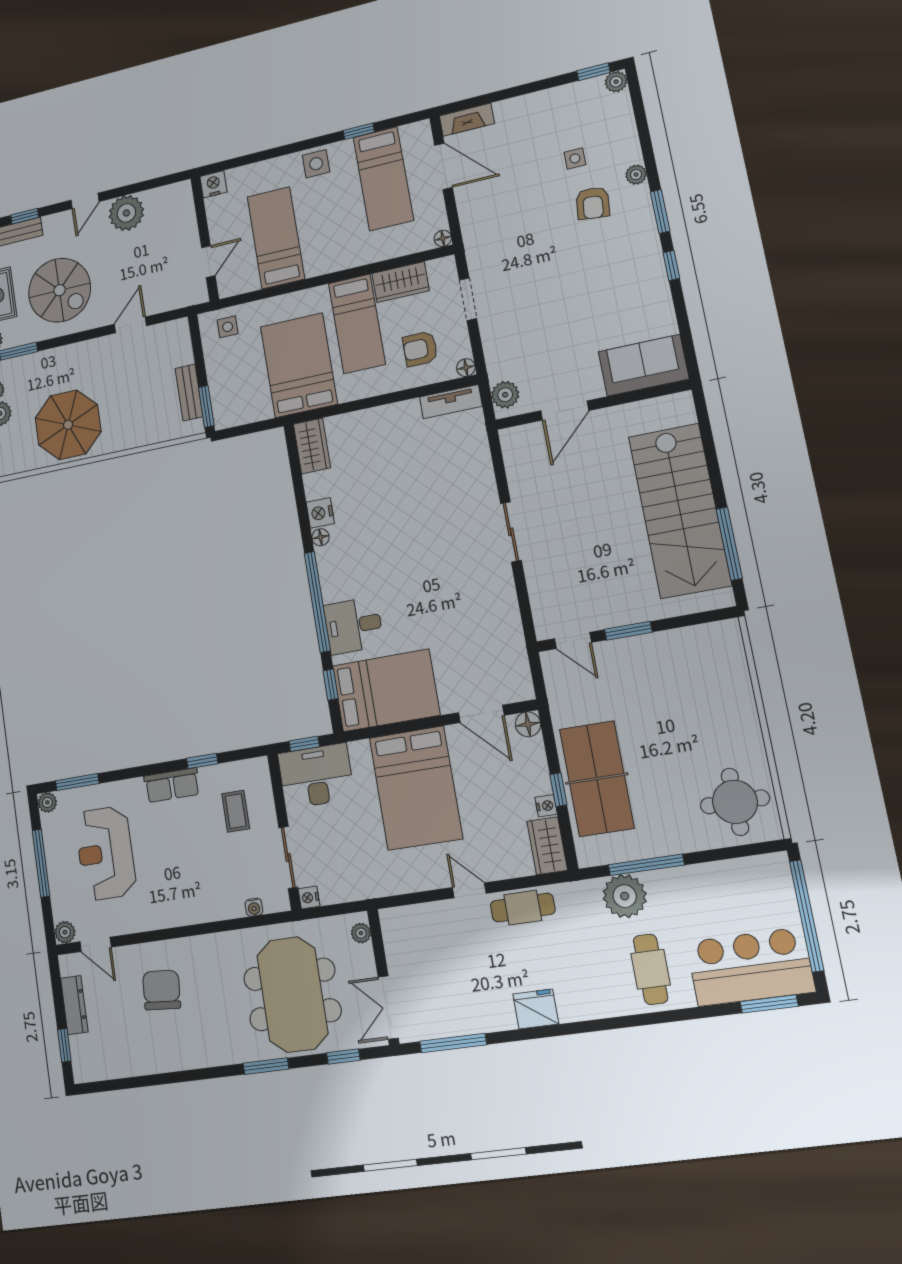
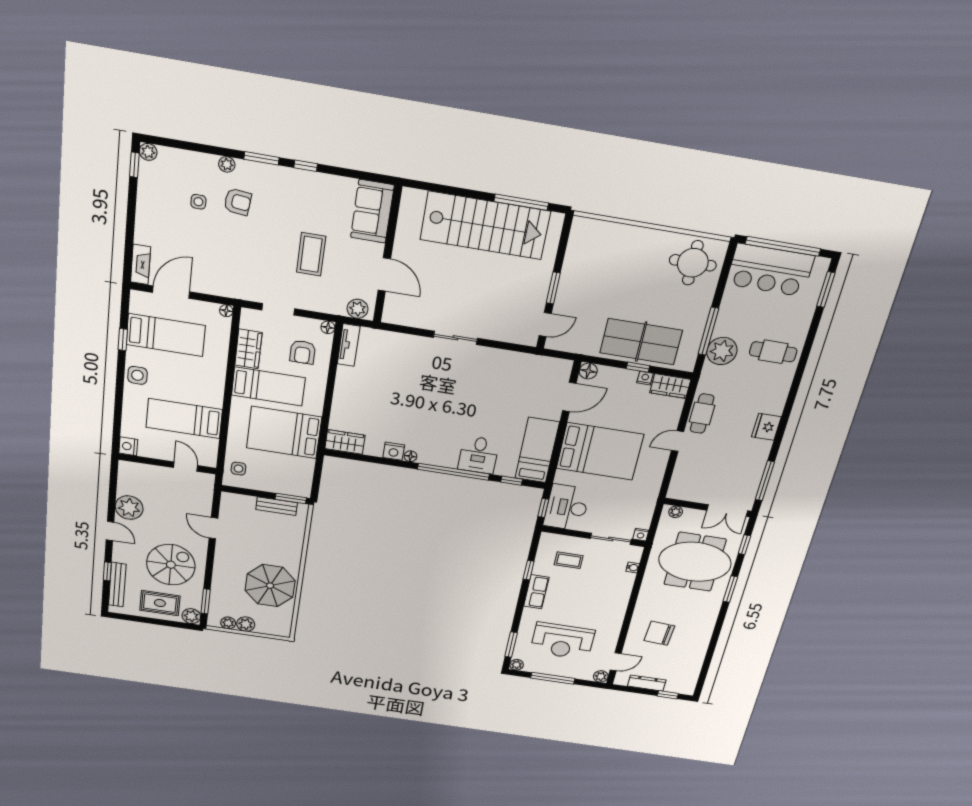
coffee table: (557, 313) -> (311, 254), added
bed: (386, 690) -> (537, 450), width x0.67
bar counter: (750, 967) -> (770, 270), moved, turned -90

